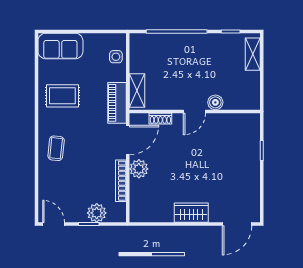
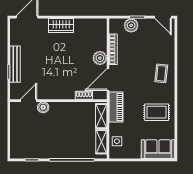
shelving: (253, 54) -> (101, 142), moved
door: (194, 111) -> (28, 101), moved
bench: (253, 161) -> (15, 64), added

